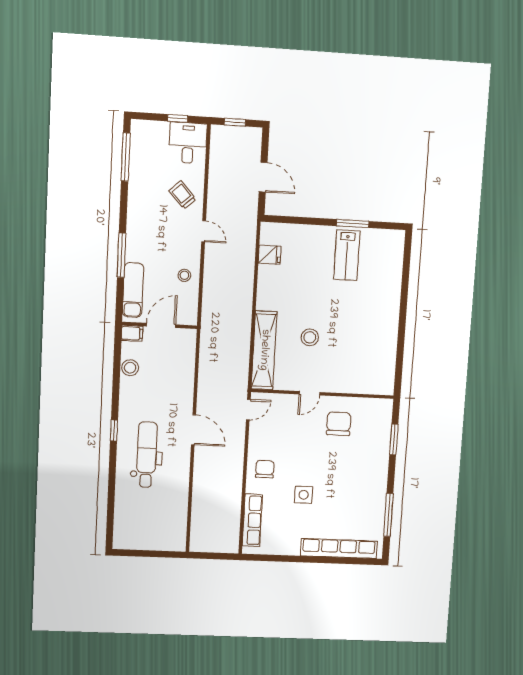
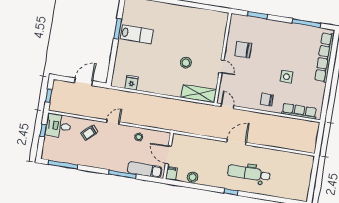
shelving: (264, 350) -> (199, 94), width x0.68

